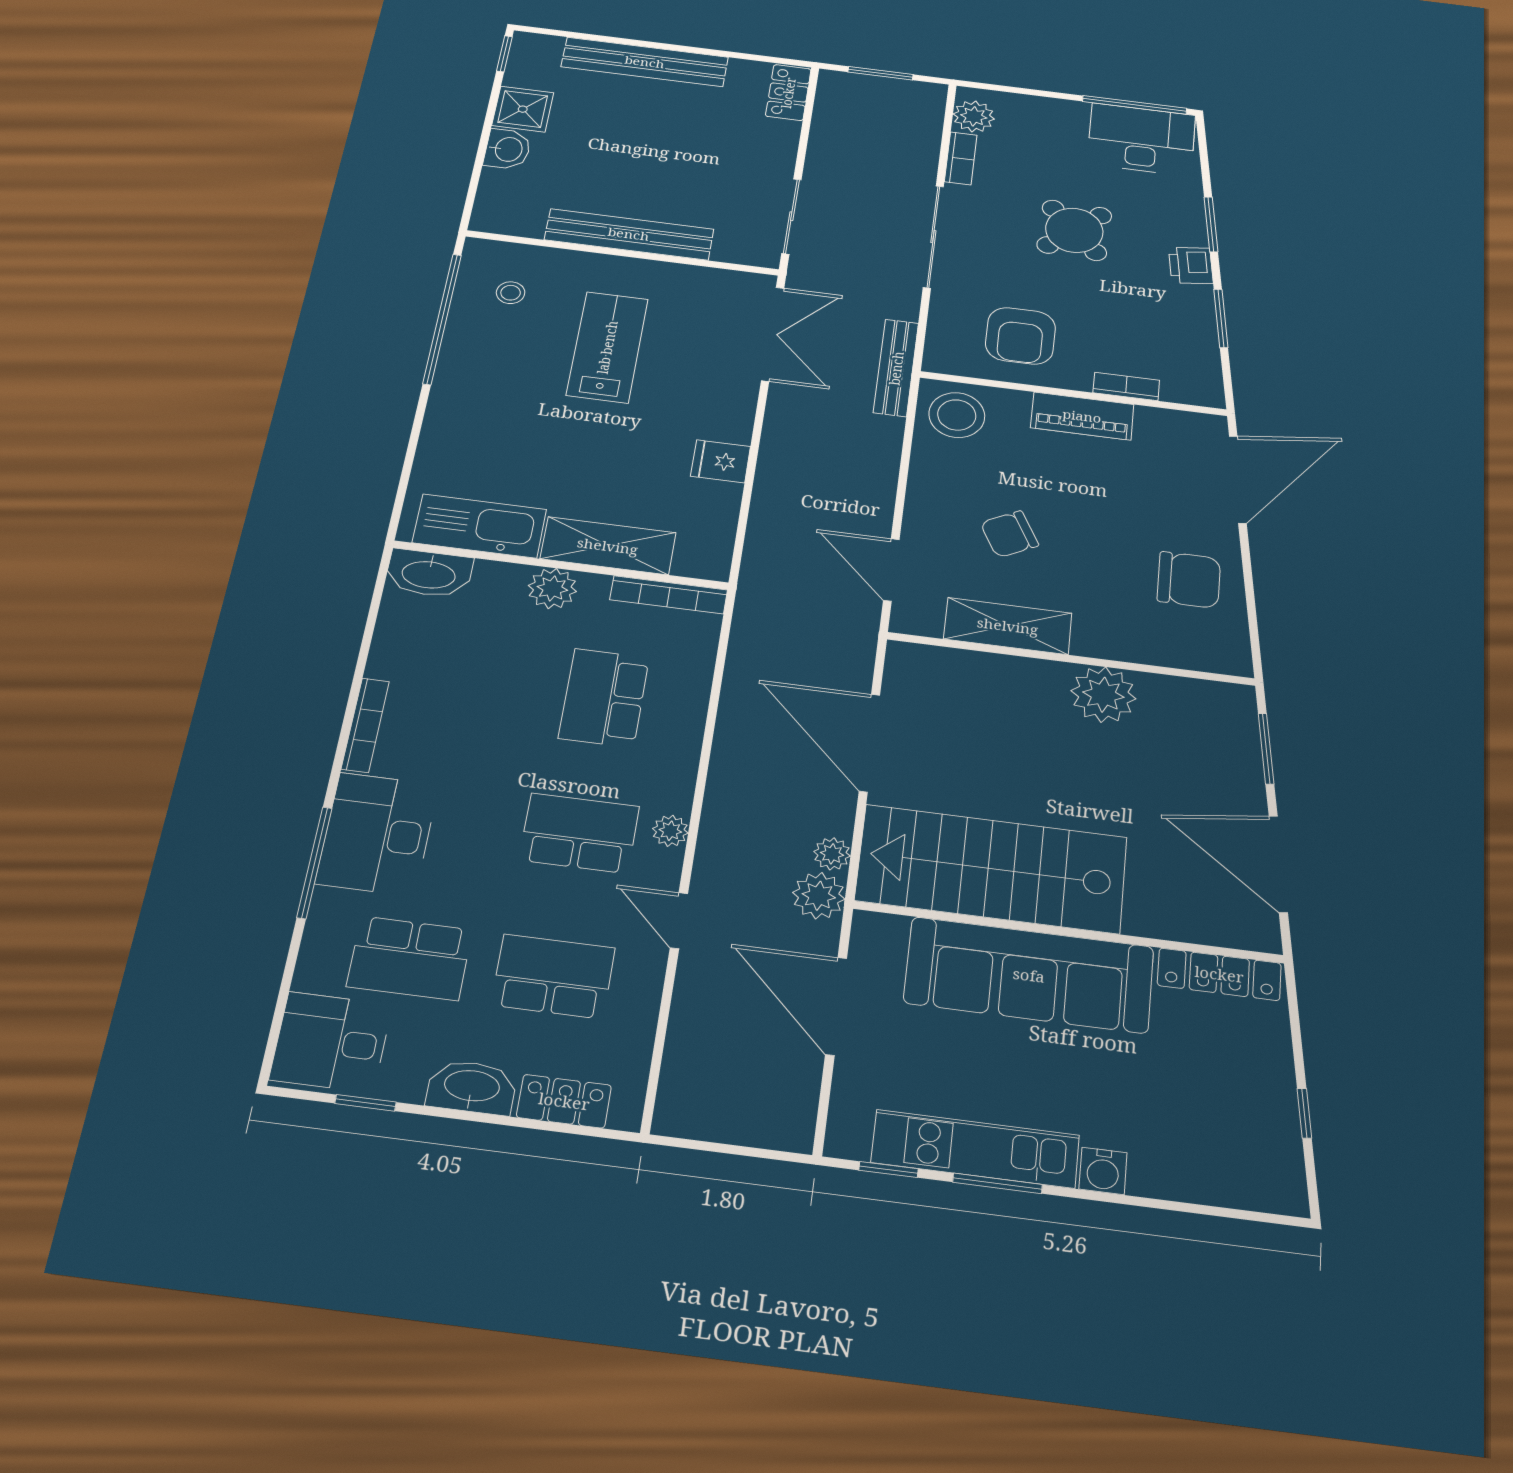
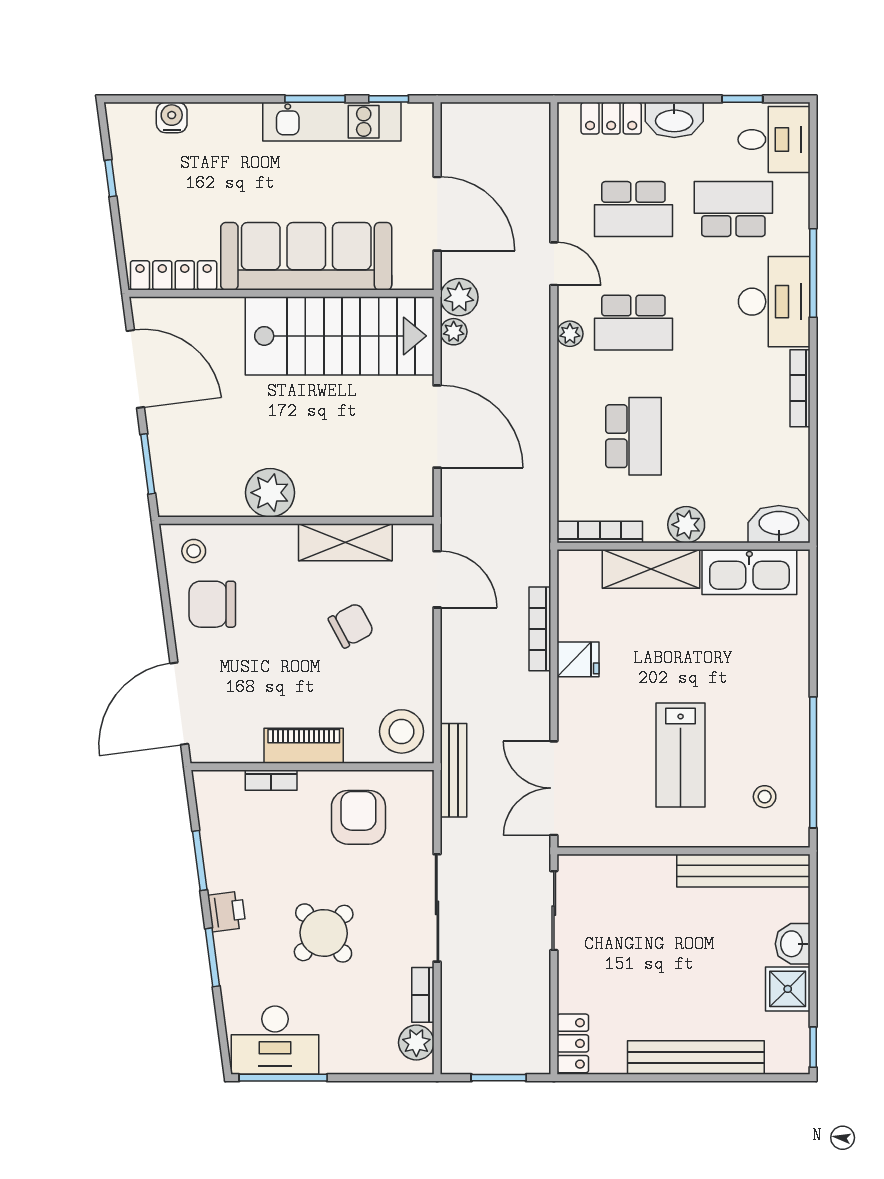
bench: (629, 234) -> (743, 871), moved
bookcase: (765, 500) -> (540, 629), added
stool: (1210, 642) -> (194, 551), added
water cooler: (1103, 1171) -> (172, 117), moved

